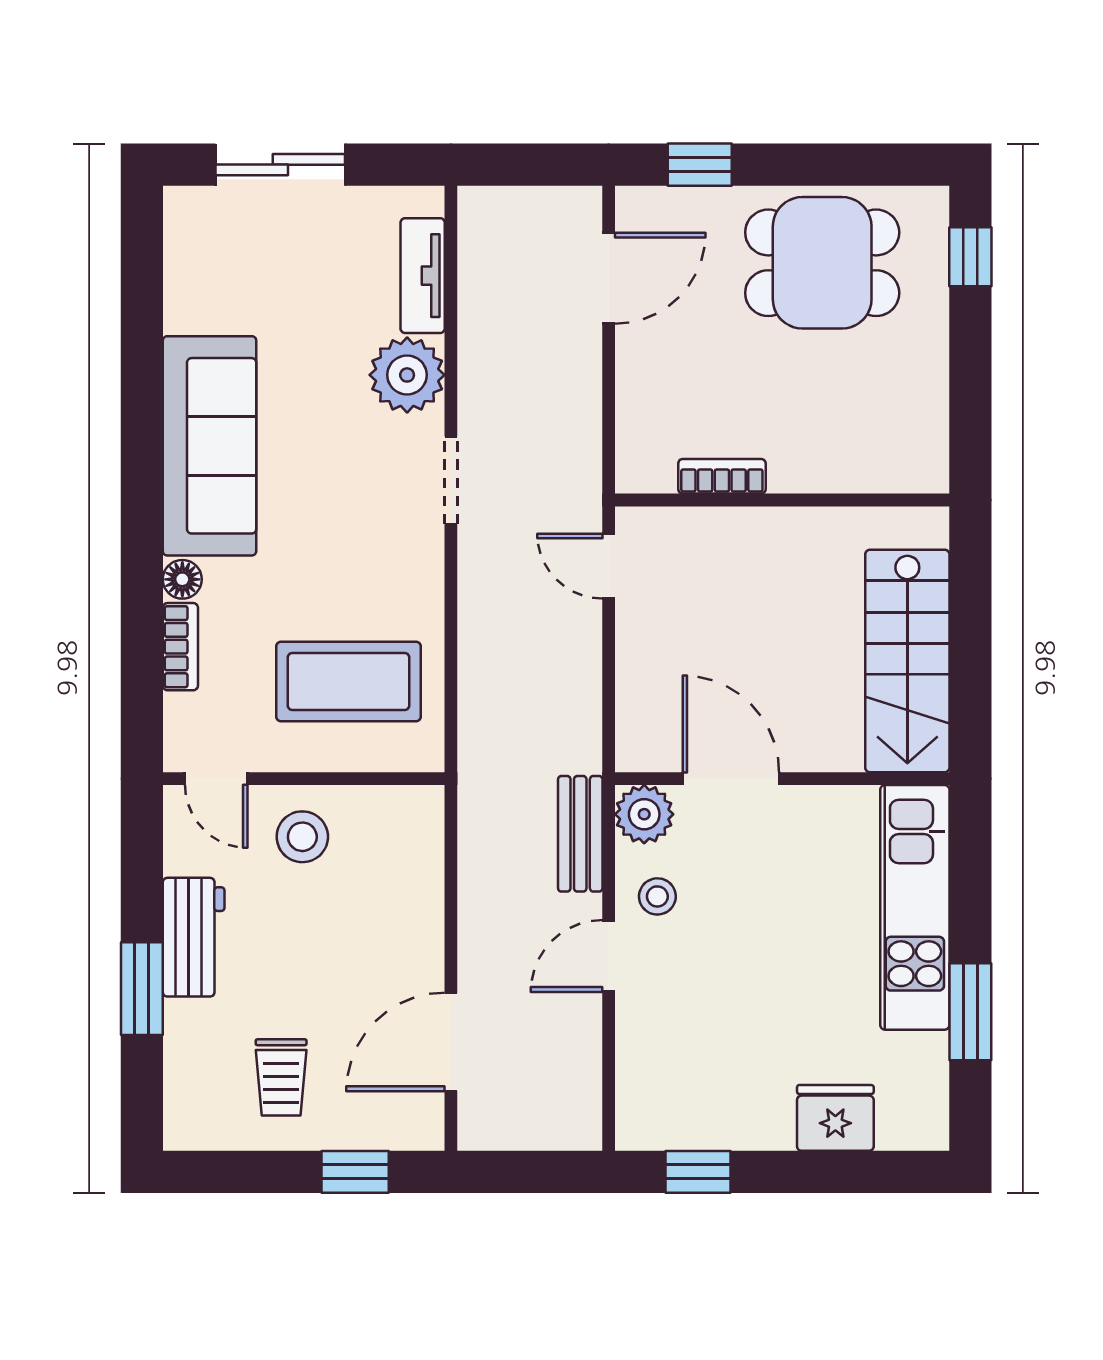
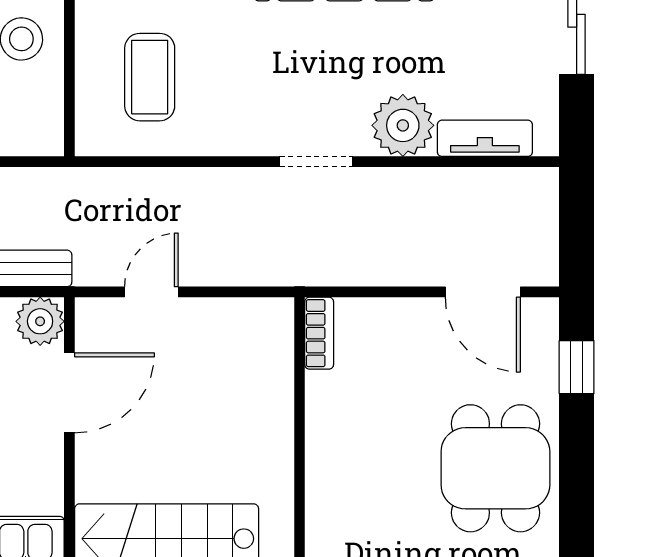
bookcase: (722, 476) -> (319, 333), moved
door: (609, 566) -> (151, 292), moved
coffee table: (348, 681) -> (150, 77), width x0.73, depth x0.76

